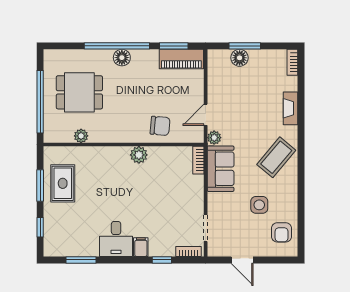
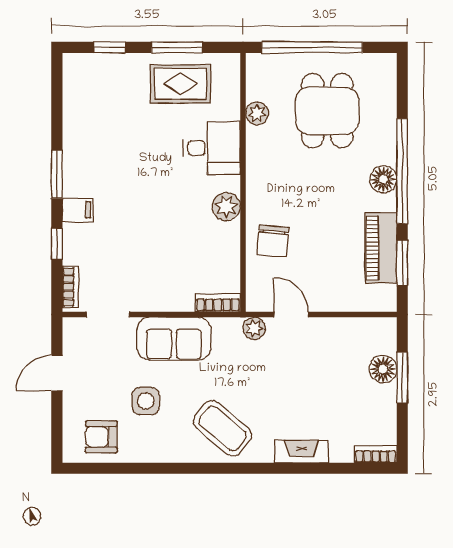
piano: (181, 59) -> (381, 248), moved
sofa: (221, 169) -> (174, 339), moved
desk: (116, 239) -> (212, 148), moved, turned 180
window: (81, 260) -> (57, 174), moved

